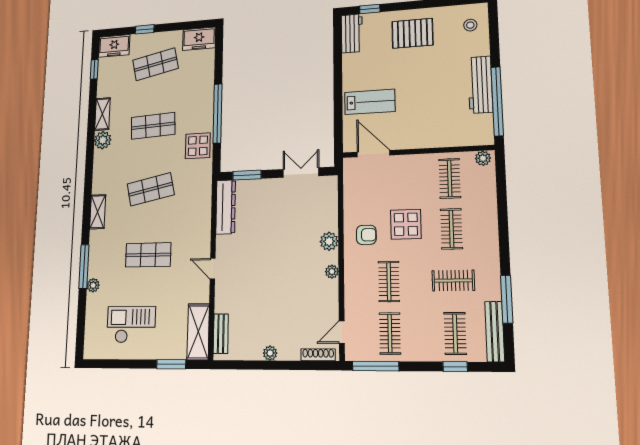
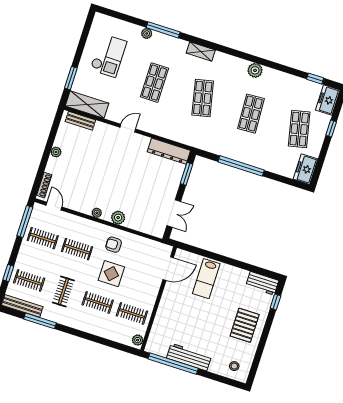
shelving: (102, 114) -> (276, 76), removed
display table: (198, 146) -> (222, 144), removed
armchair: (366, 235) -> (114, 245), turned 90

